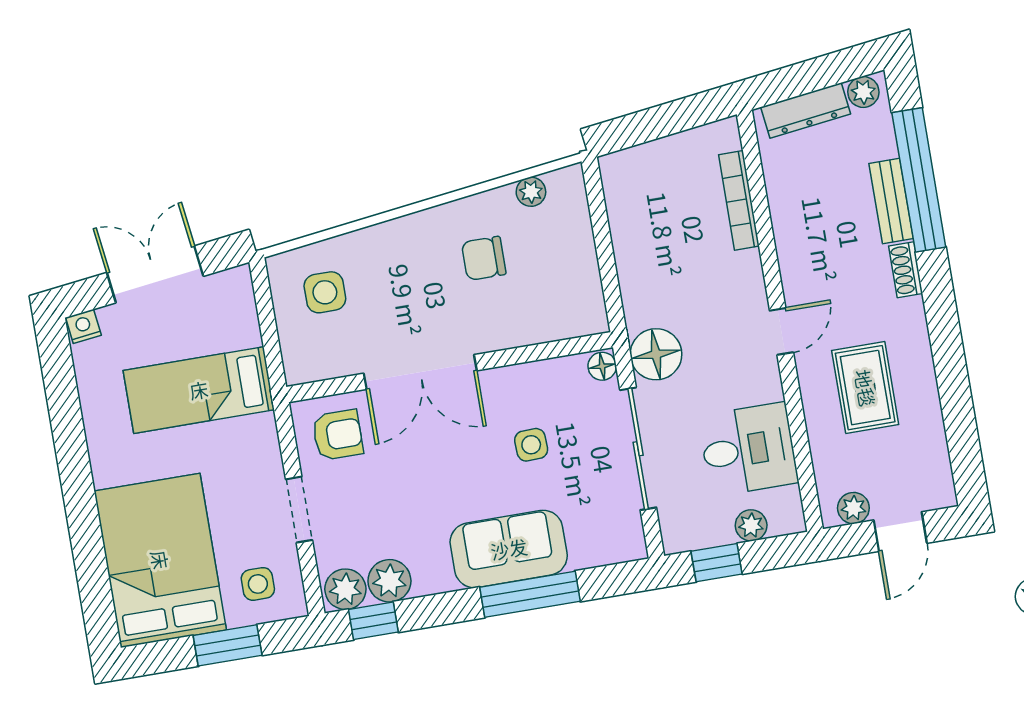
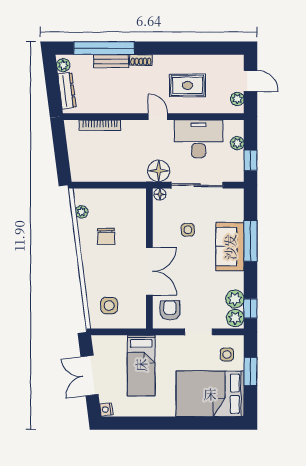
desk: (748, 449) -> (199, 139), width x1.37

